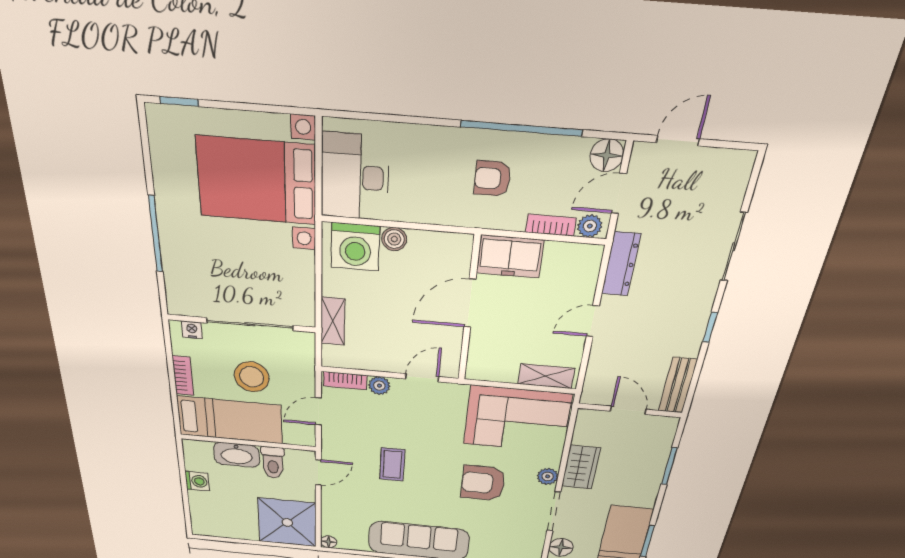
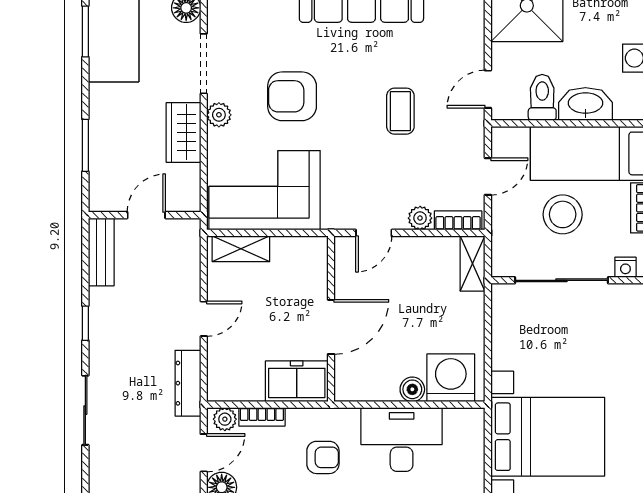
desk: (355, 177) -> (402, 439), moved, turned -90
shelving: (333, 321) -> (472, 263), moved
door: (628, 410) -> (146, 215), swing flipped
armchair: (483, 483) -> (292, 96), turned 180

